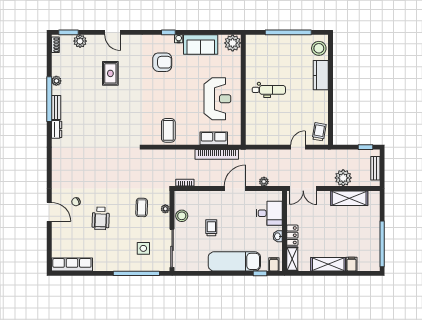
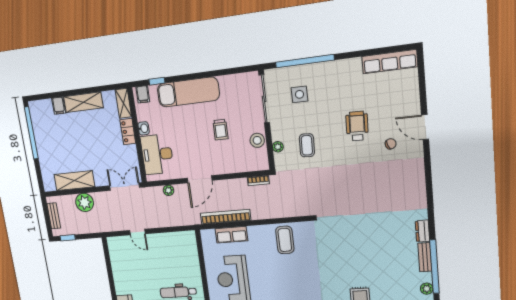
trolley: (319, 132) -> (118, 251), removed
door: (298, 147) -> (137, 232), hinge flipped
desk: (269, 213) -> (157, 154), width x1.37

